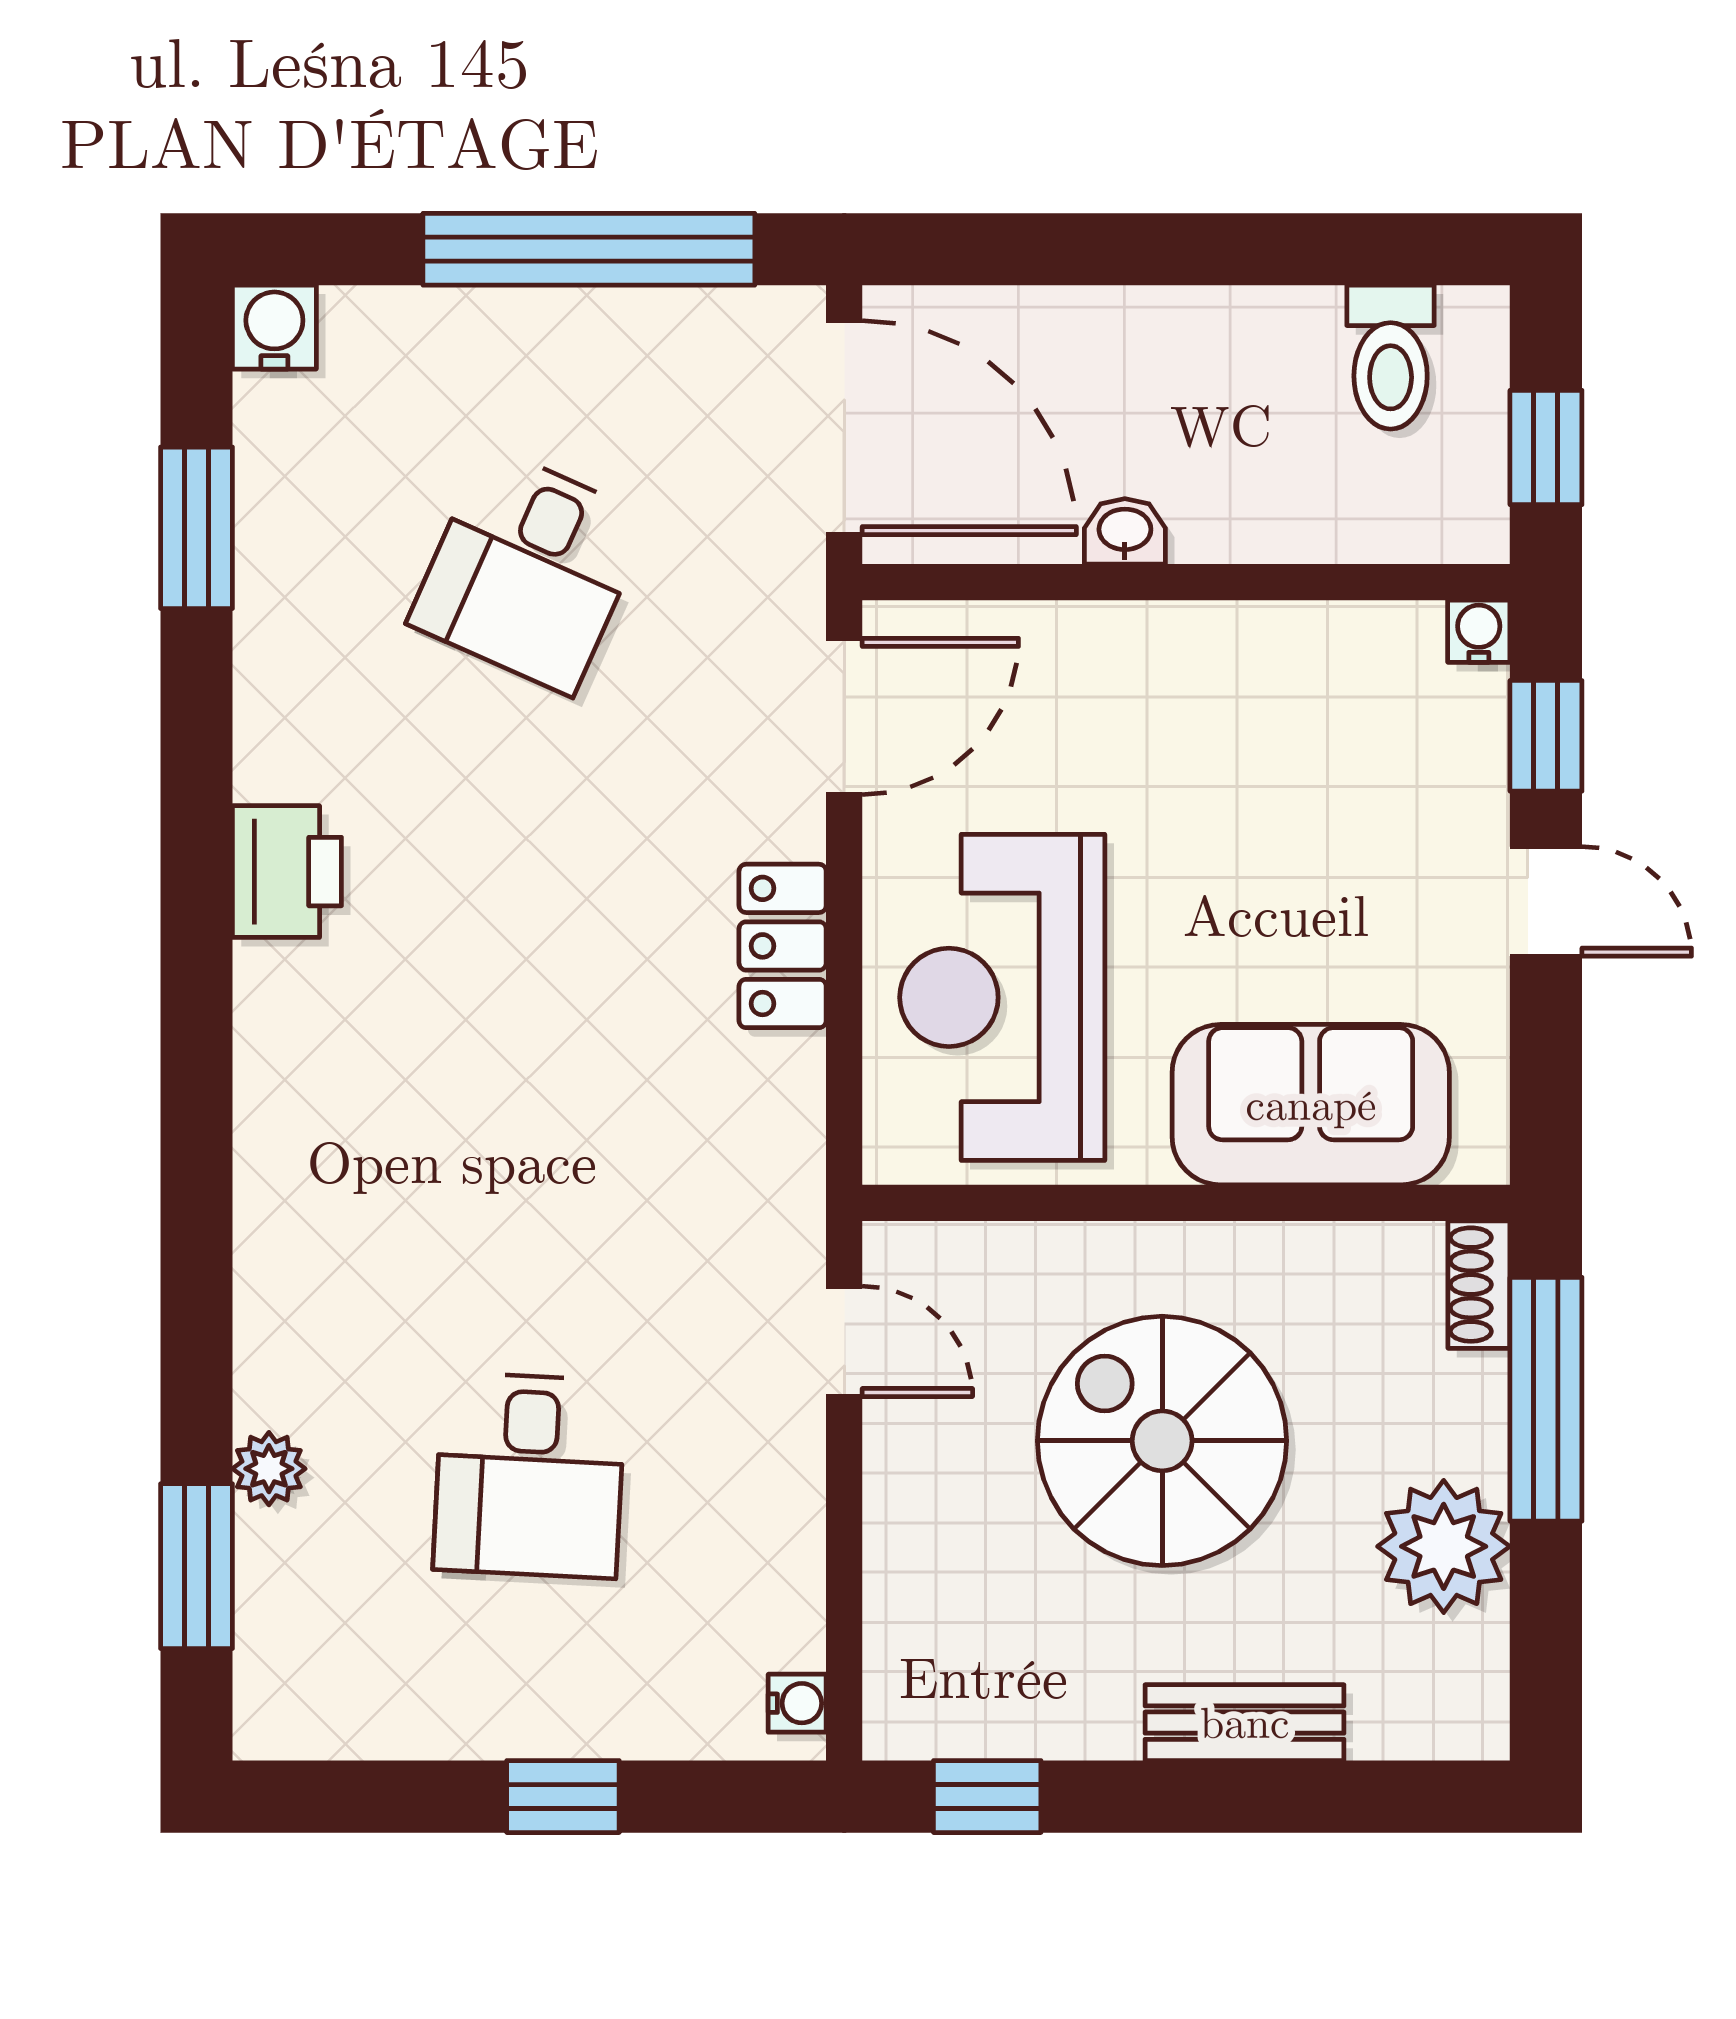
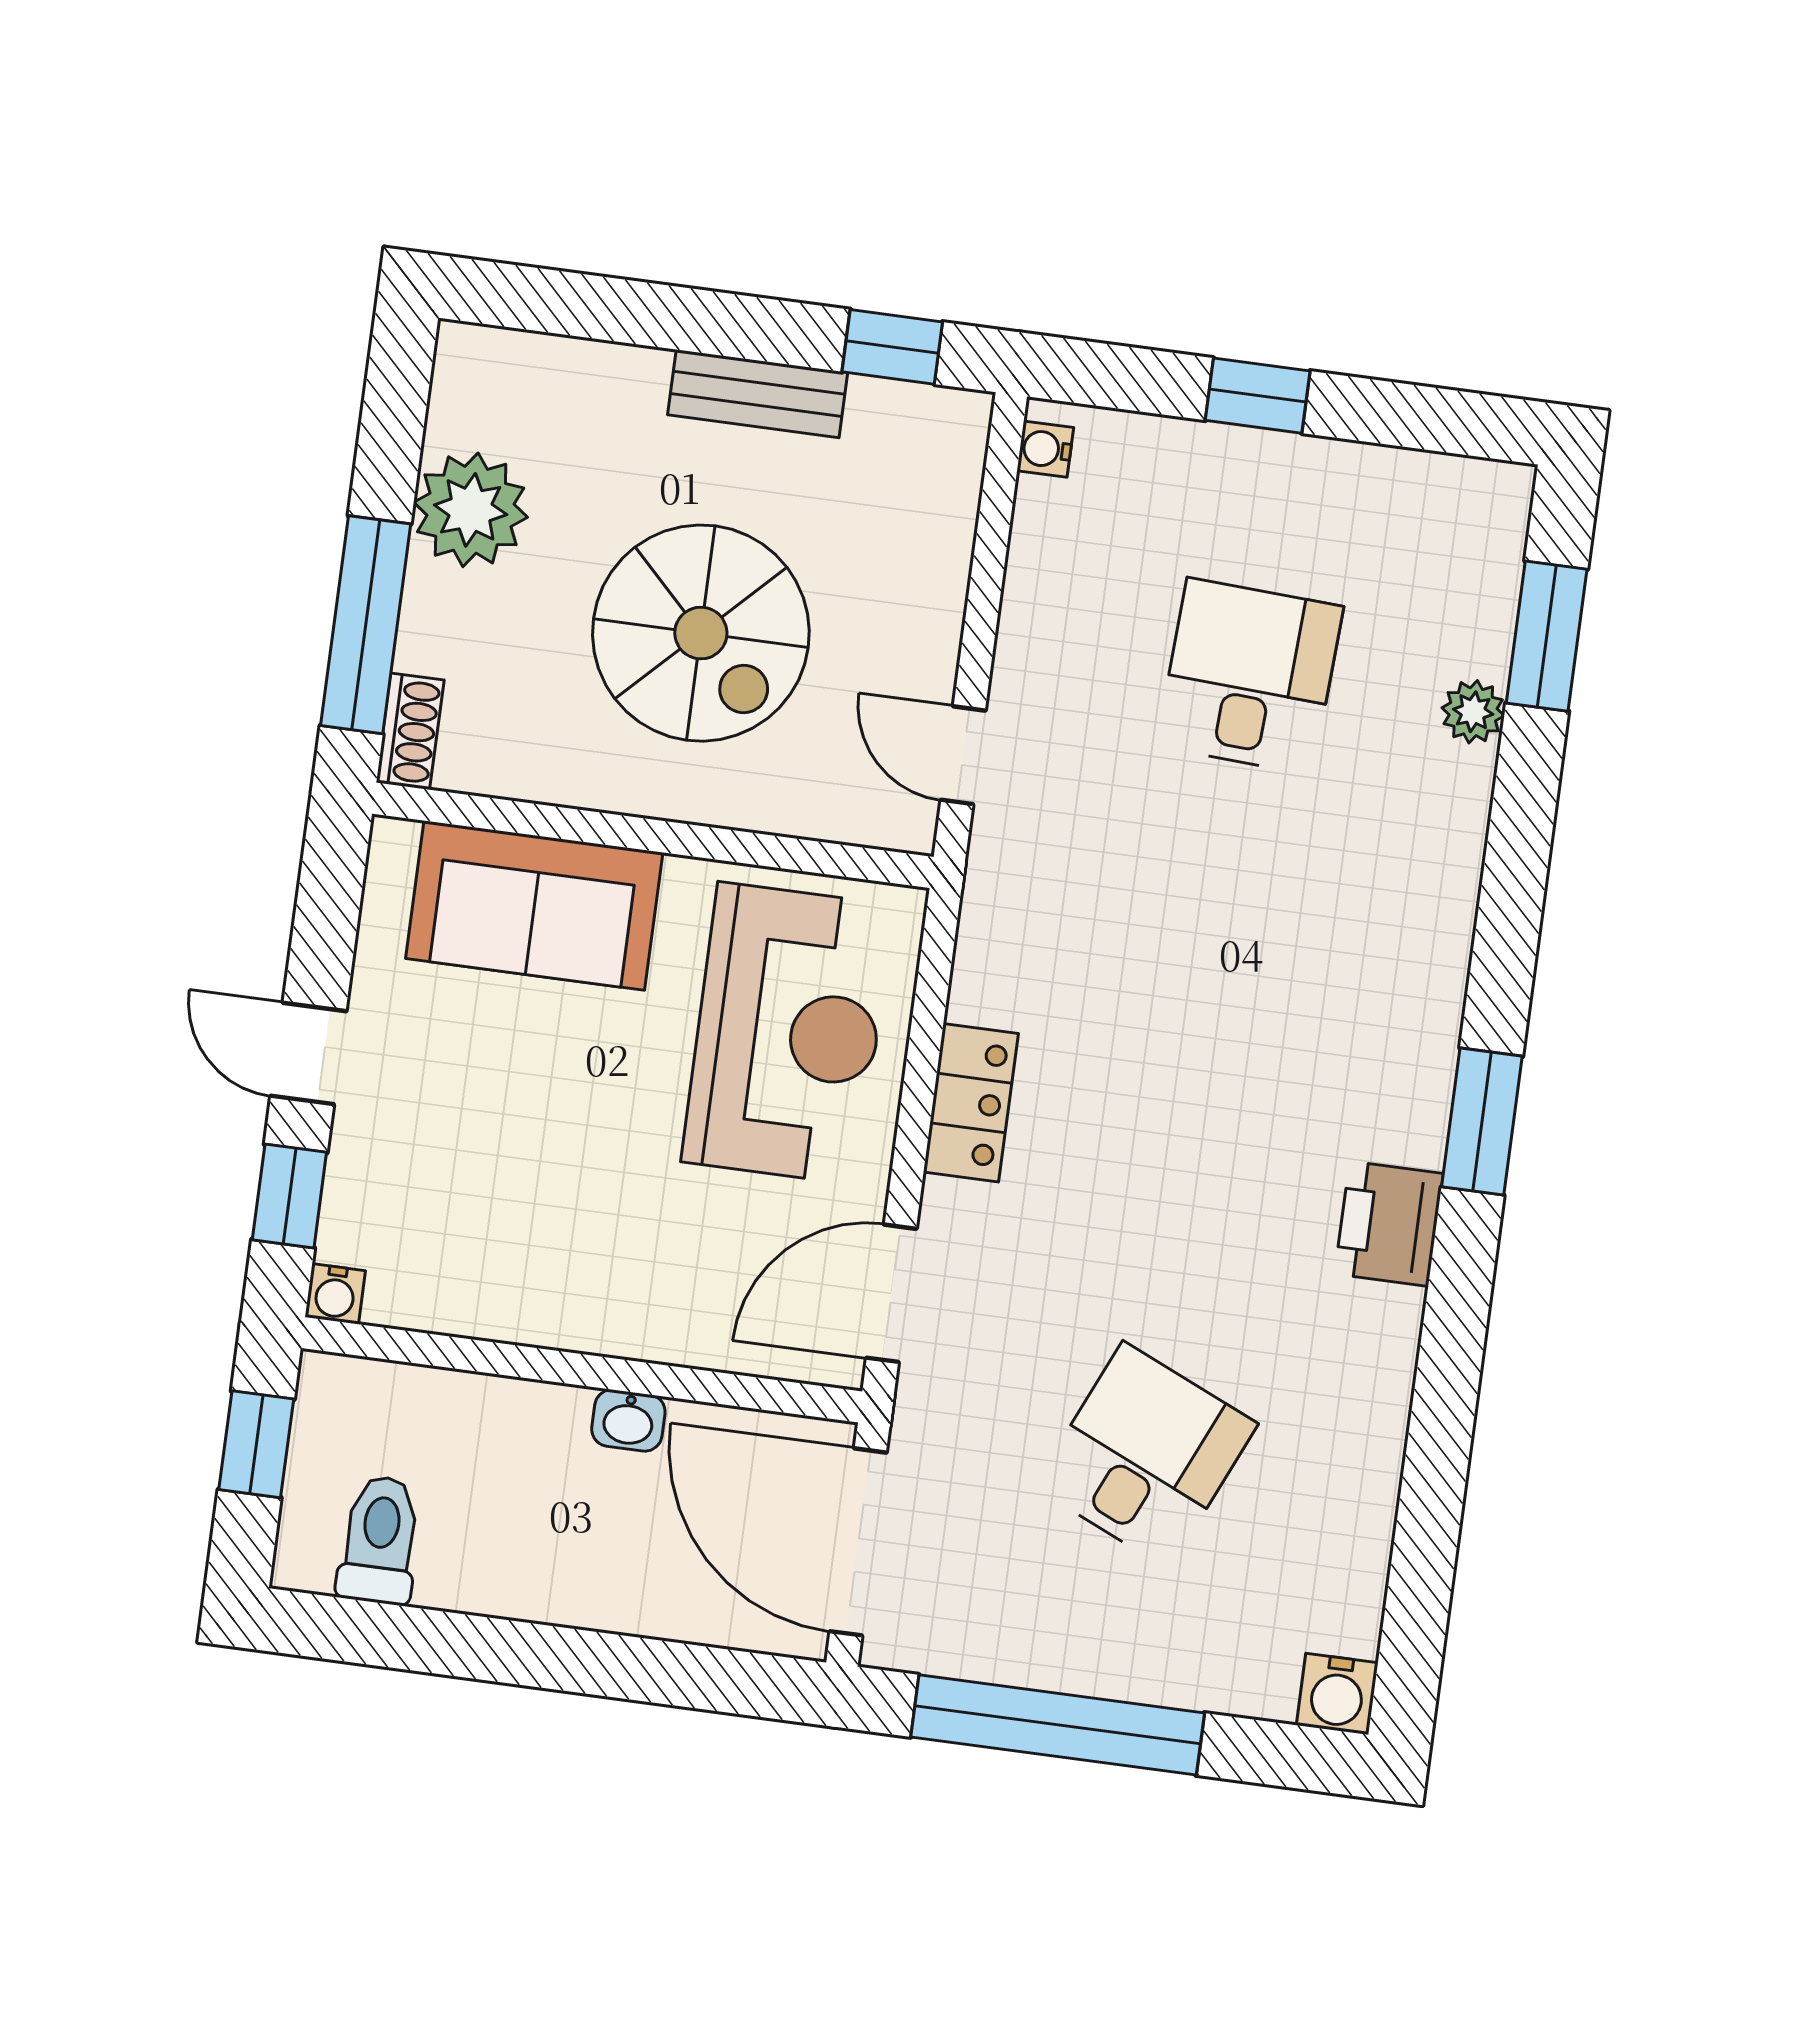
window: (196, 528) -> (1482, 1122), moved
bench: (1245, 1723) -> (758, 394), moved

